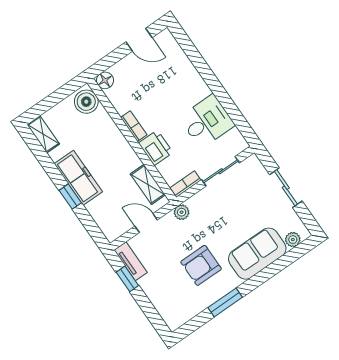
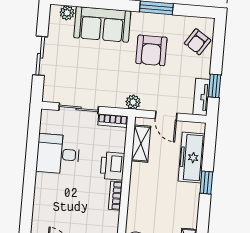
freezer: (78, 178) -> (192, 157), moved
armchair: (201, 265) -> (151, 50), turned 90
armchair: (170, 303) -> (198, 42), added

